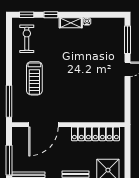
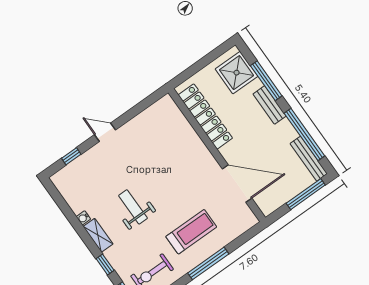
window: (128, 40) -> (71, 156), width x0.46
weight bench: (73, 55) -> (133, 207), added
window: (9, 101) -> (208, 263), moved

